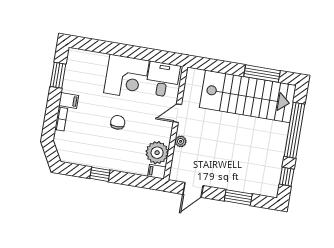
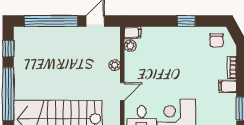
chair: (118, 122) -> (217, 40), moved
plant: (157, 153) -> (130, 46), width x0.53, depth x0.53
window: (238, 197) -> (51, 21), width x2.11

